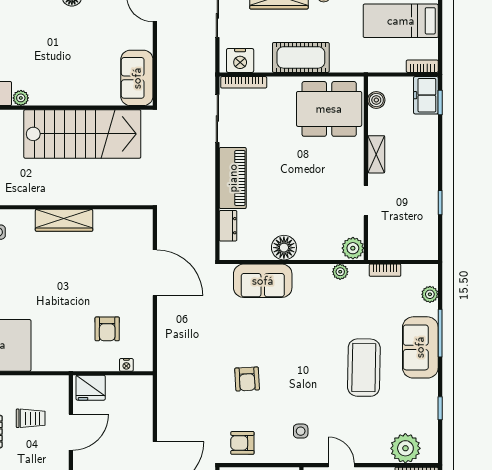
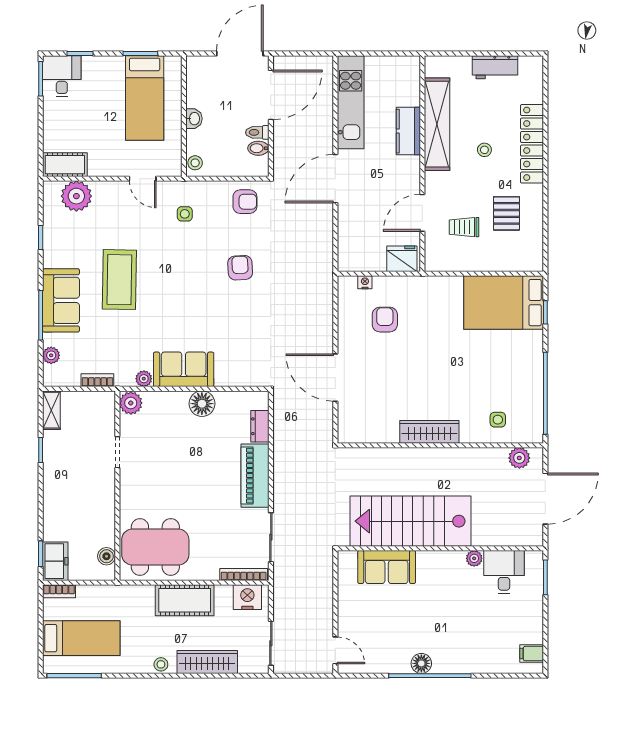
sofa: (137, 78) -> (387, 567), moved, turned 90
shelving: (376, 154) -> (51, 410), moved
sofa: (263, 281) -> (184, 369), moved

